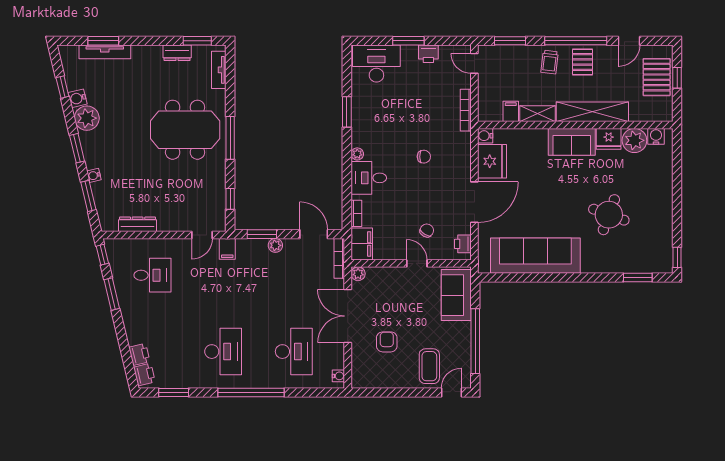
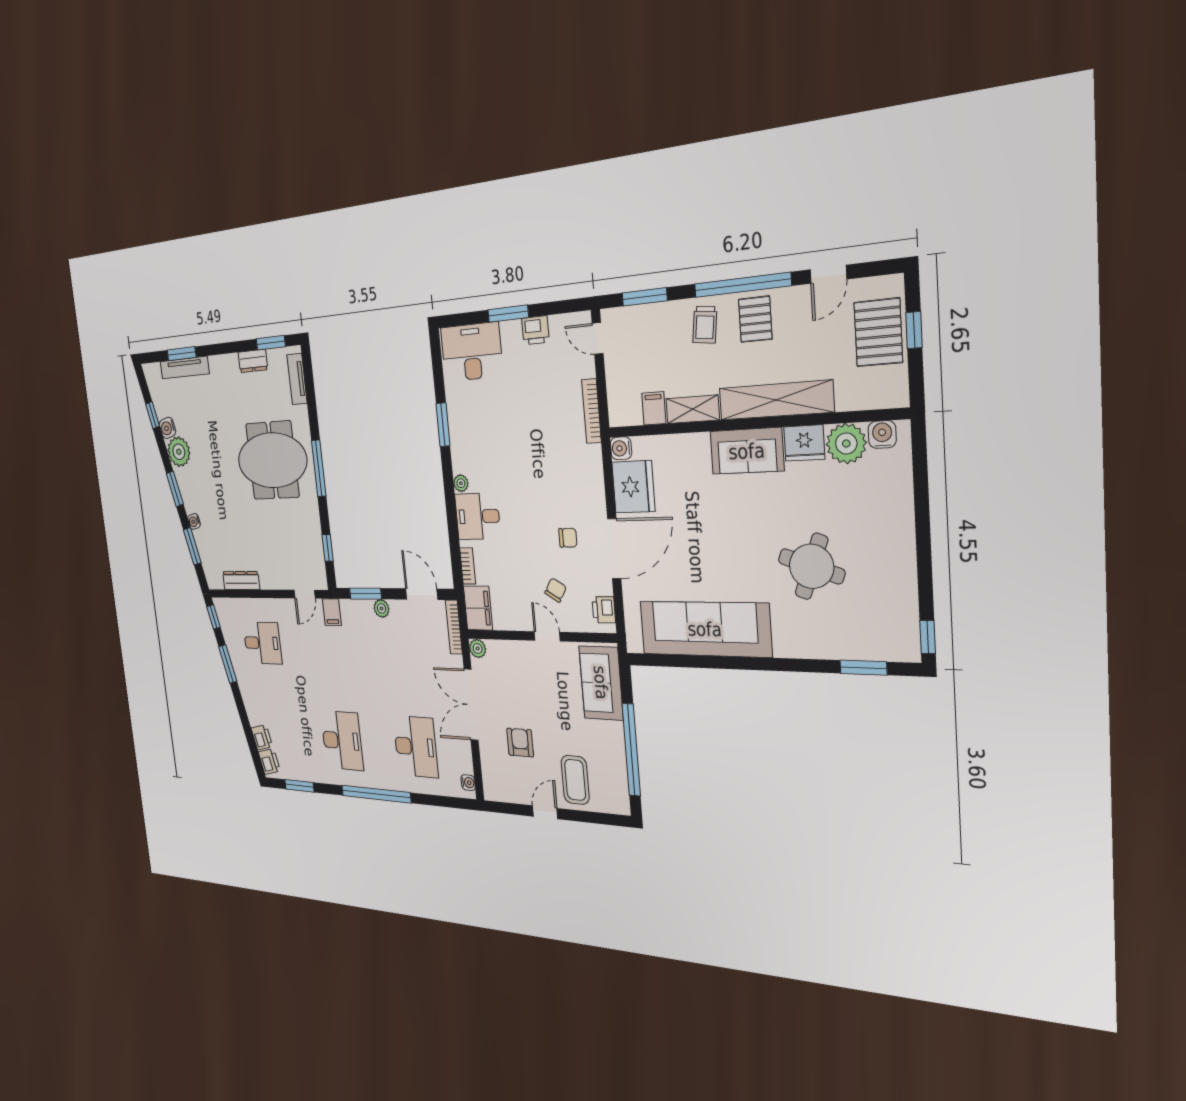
chair: (424, 157) -> (568, 538), moved
door: (451, 393) -> (545, 812), moved

